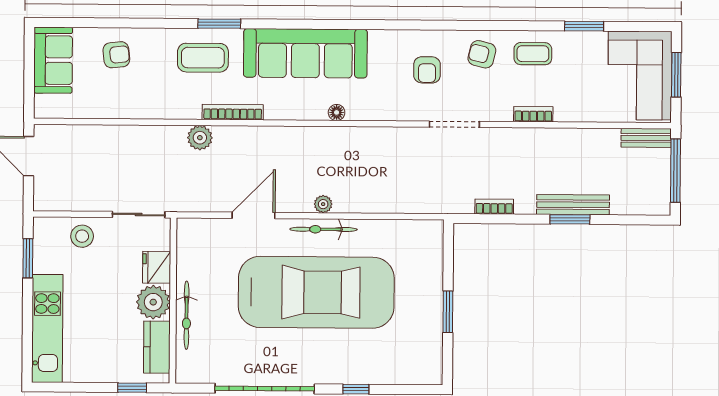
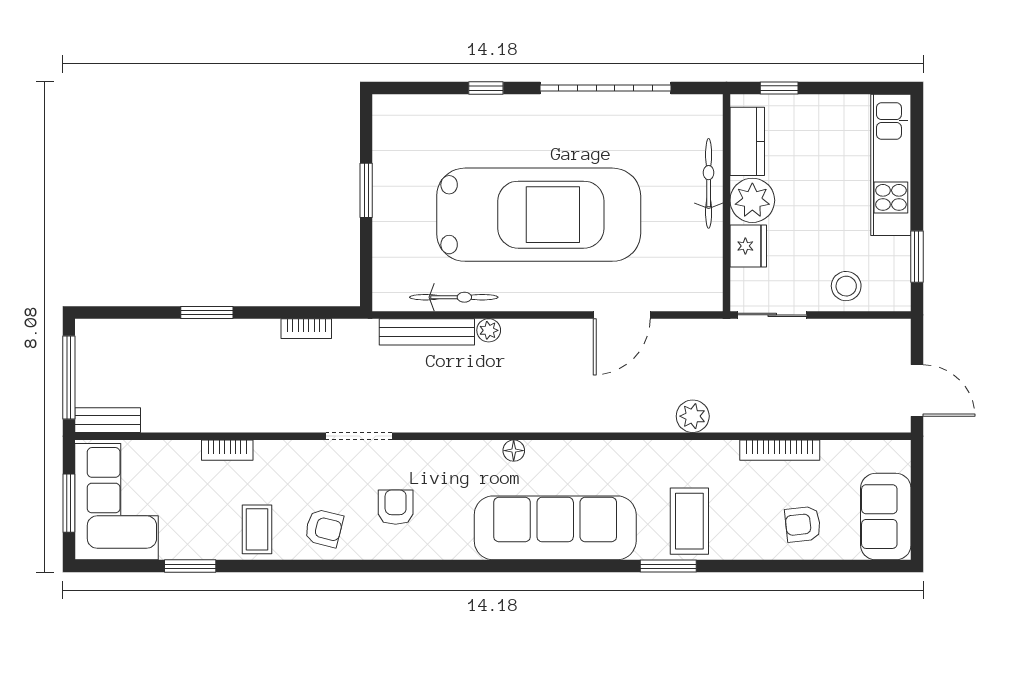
coffee table: (533, 54) -> (257, 529), turned 90
coffee table: (203, 58) -> (689, 521), turned 90
bookcase: (233, 112) -> (780, 450), moved
bookcase: (533, 114) -> (227, 450), moved
plant: (323, 204) -> (489, 330), moved
bench: (573, 205) -> (427, 332), moved
bicycle: (323, 229) -> (454, 297), moved
car: (316, 292) -> (539, 215), turned 180

